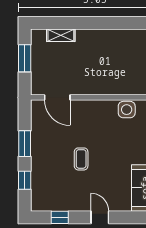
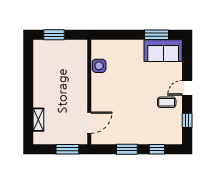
window: (25, 58) -> (67, 149), moved
coffee table: (81, 159) -> (167, 102), moved

